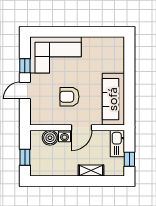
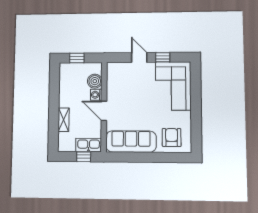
armchair: (69, 97) -> (172, 137), moved
window: (129, 159) -> (84, 157), moved

